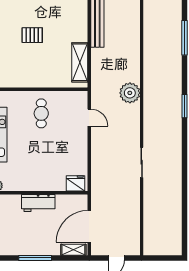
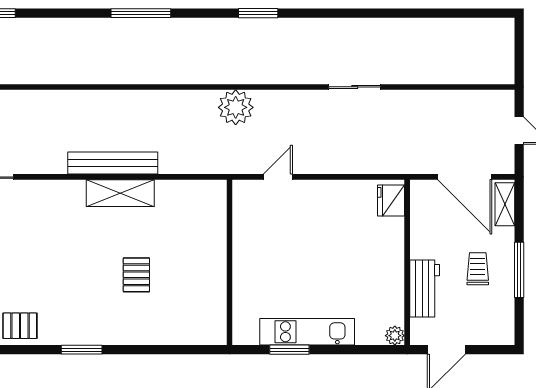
shelving: (80, 62) -> (120, 193), moved
cafe table: (41, 113) -> (271, 259), removed
workbench: (38, 203) -> (425, 288), moved
trolley: (36, 234) -> (478, 269), added

